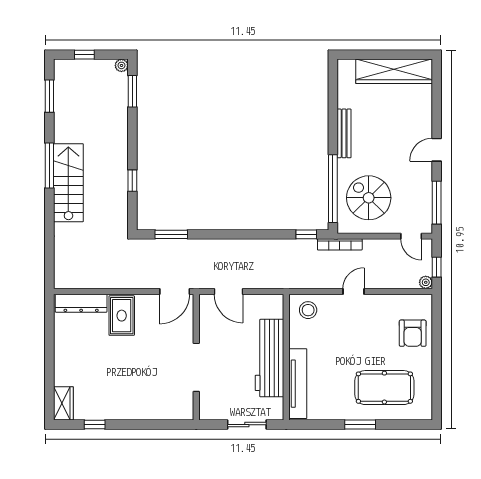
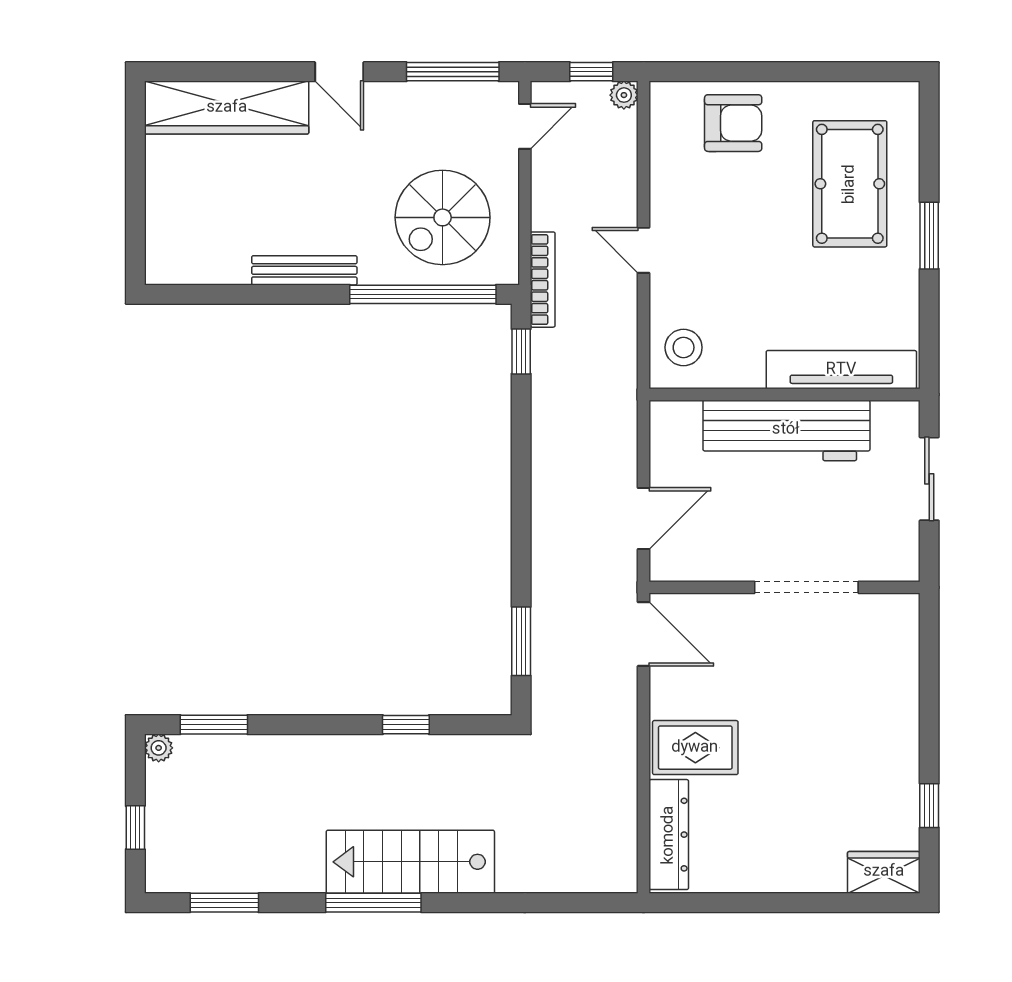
wardrobe: (394, 71) -> (227, 108), moved, turned 90

